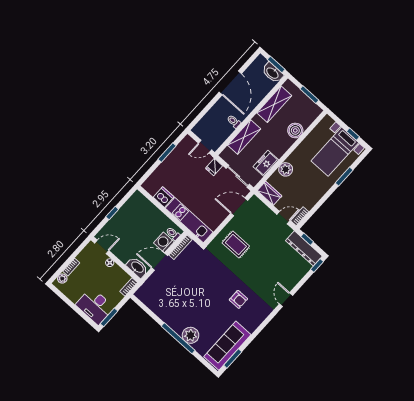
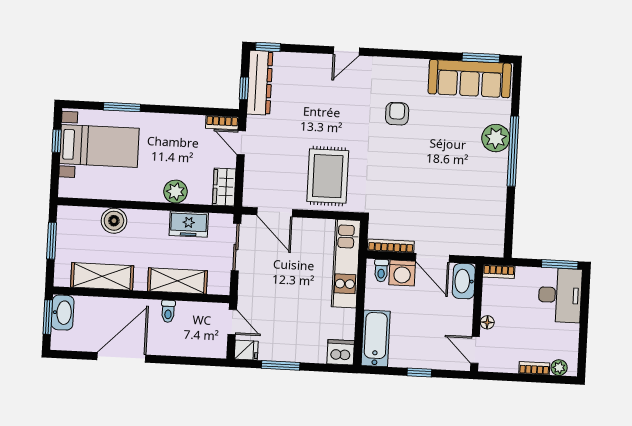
fridge: (214, 167) -> (246, 350), moved
dishwasher: (164, 197) -> (341, 352), moved, turned 90
bathtub: (144, 206) -> (376, 338), added
rug: (236, 245) -> (328, 176), width x1.36, depth x1.43

